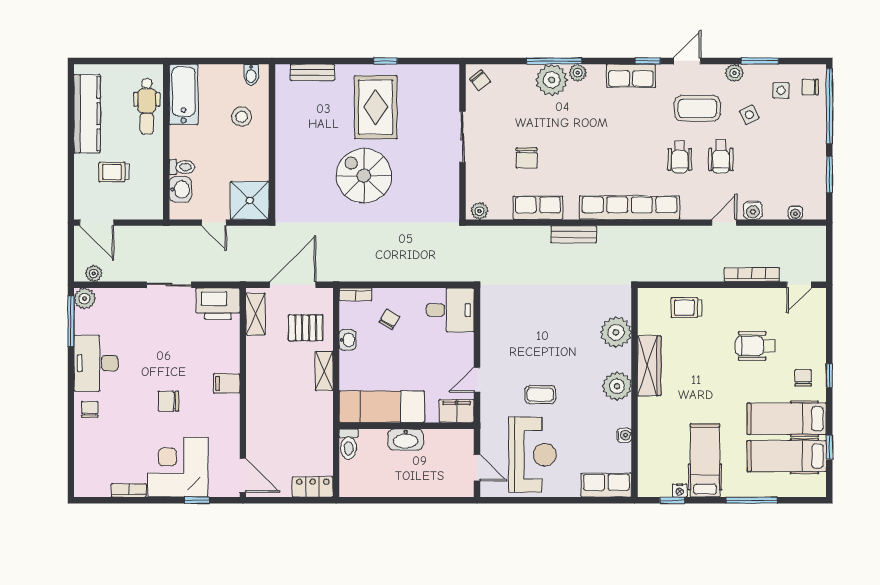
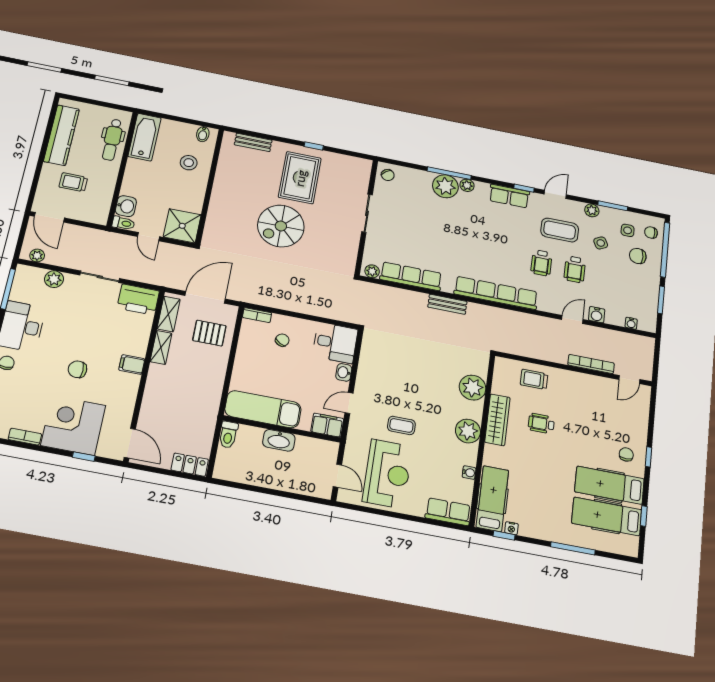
chair: (527, 158) -> (638, 256), moved, turned 90
toilet: (182, 167) -> (123, 223), moved
spiral stairs: (364, 176) -> (281, 226), turned -90
row of seats: (538, 208) -> (411, 276), width x1.48
plant: (85, 299) -> (54, 279), moved
washbasin: (348, 340) -> (344, 372), moved, turned 180
wheelchair: (755, 346) -> (541, 423), moved, width x0.73, depth x0.73
shelving: (324, 371) -> (161, 347), moved
hospital bed: (705, 460) -> (492, 499), moved

